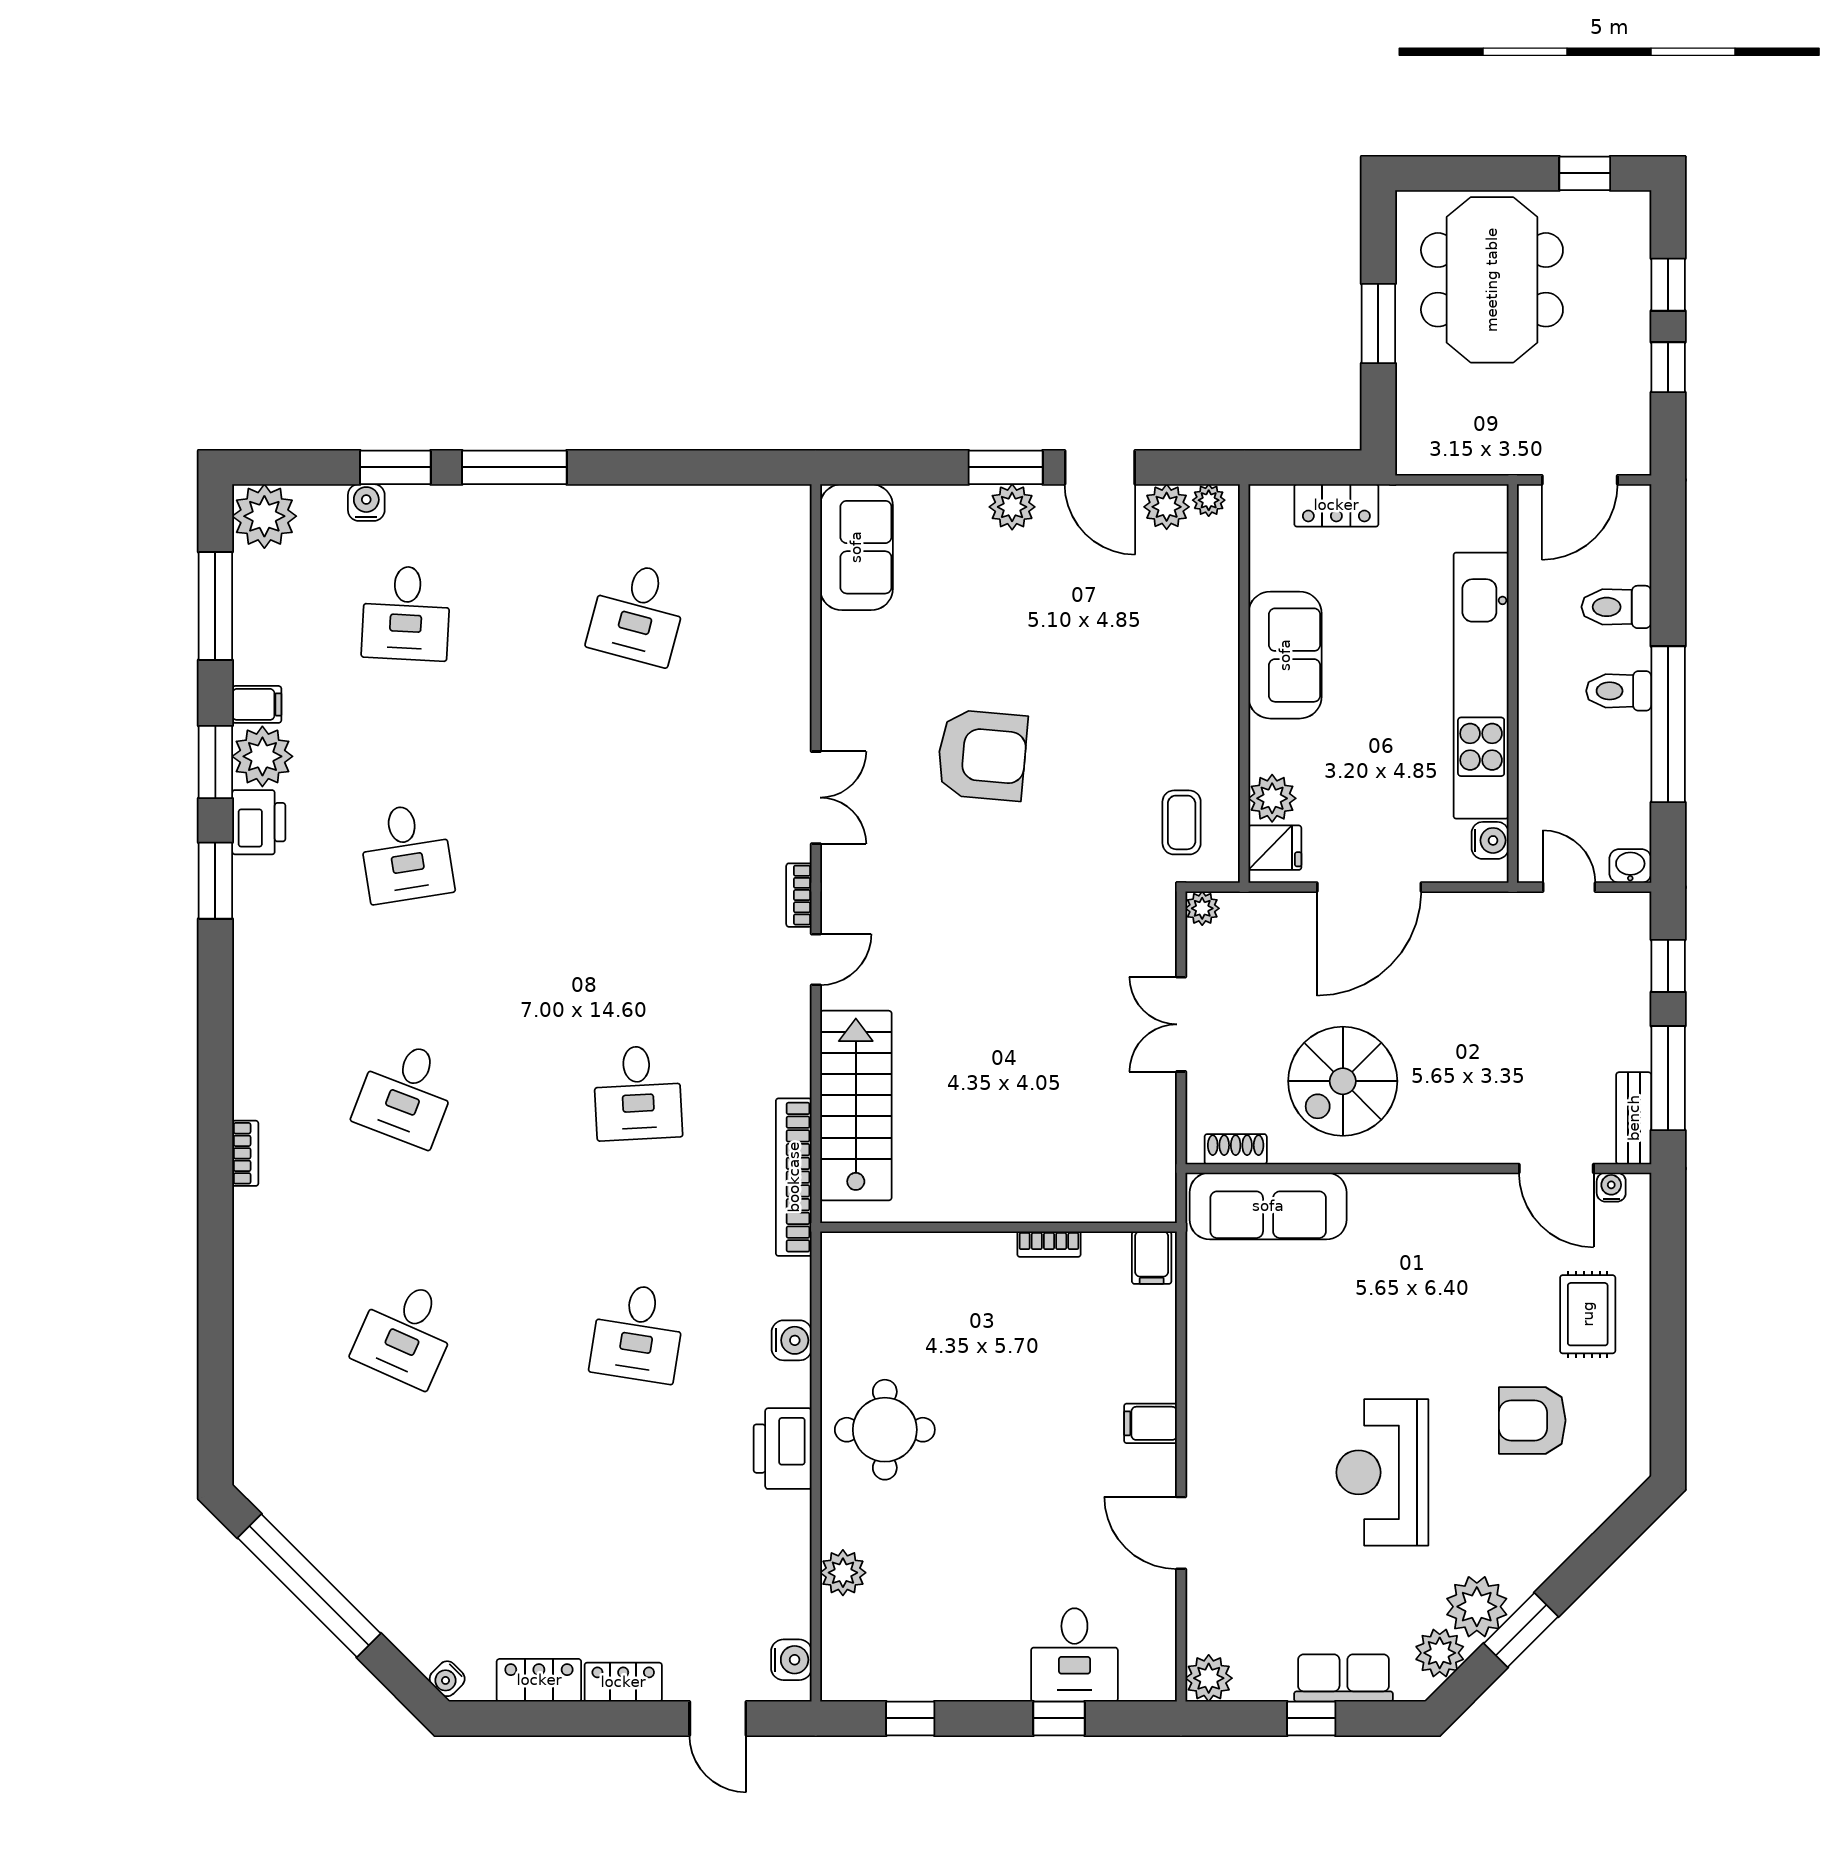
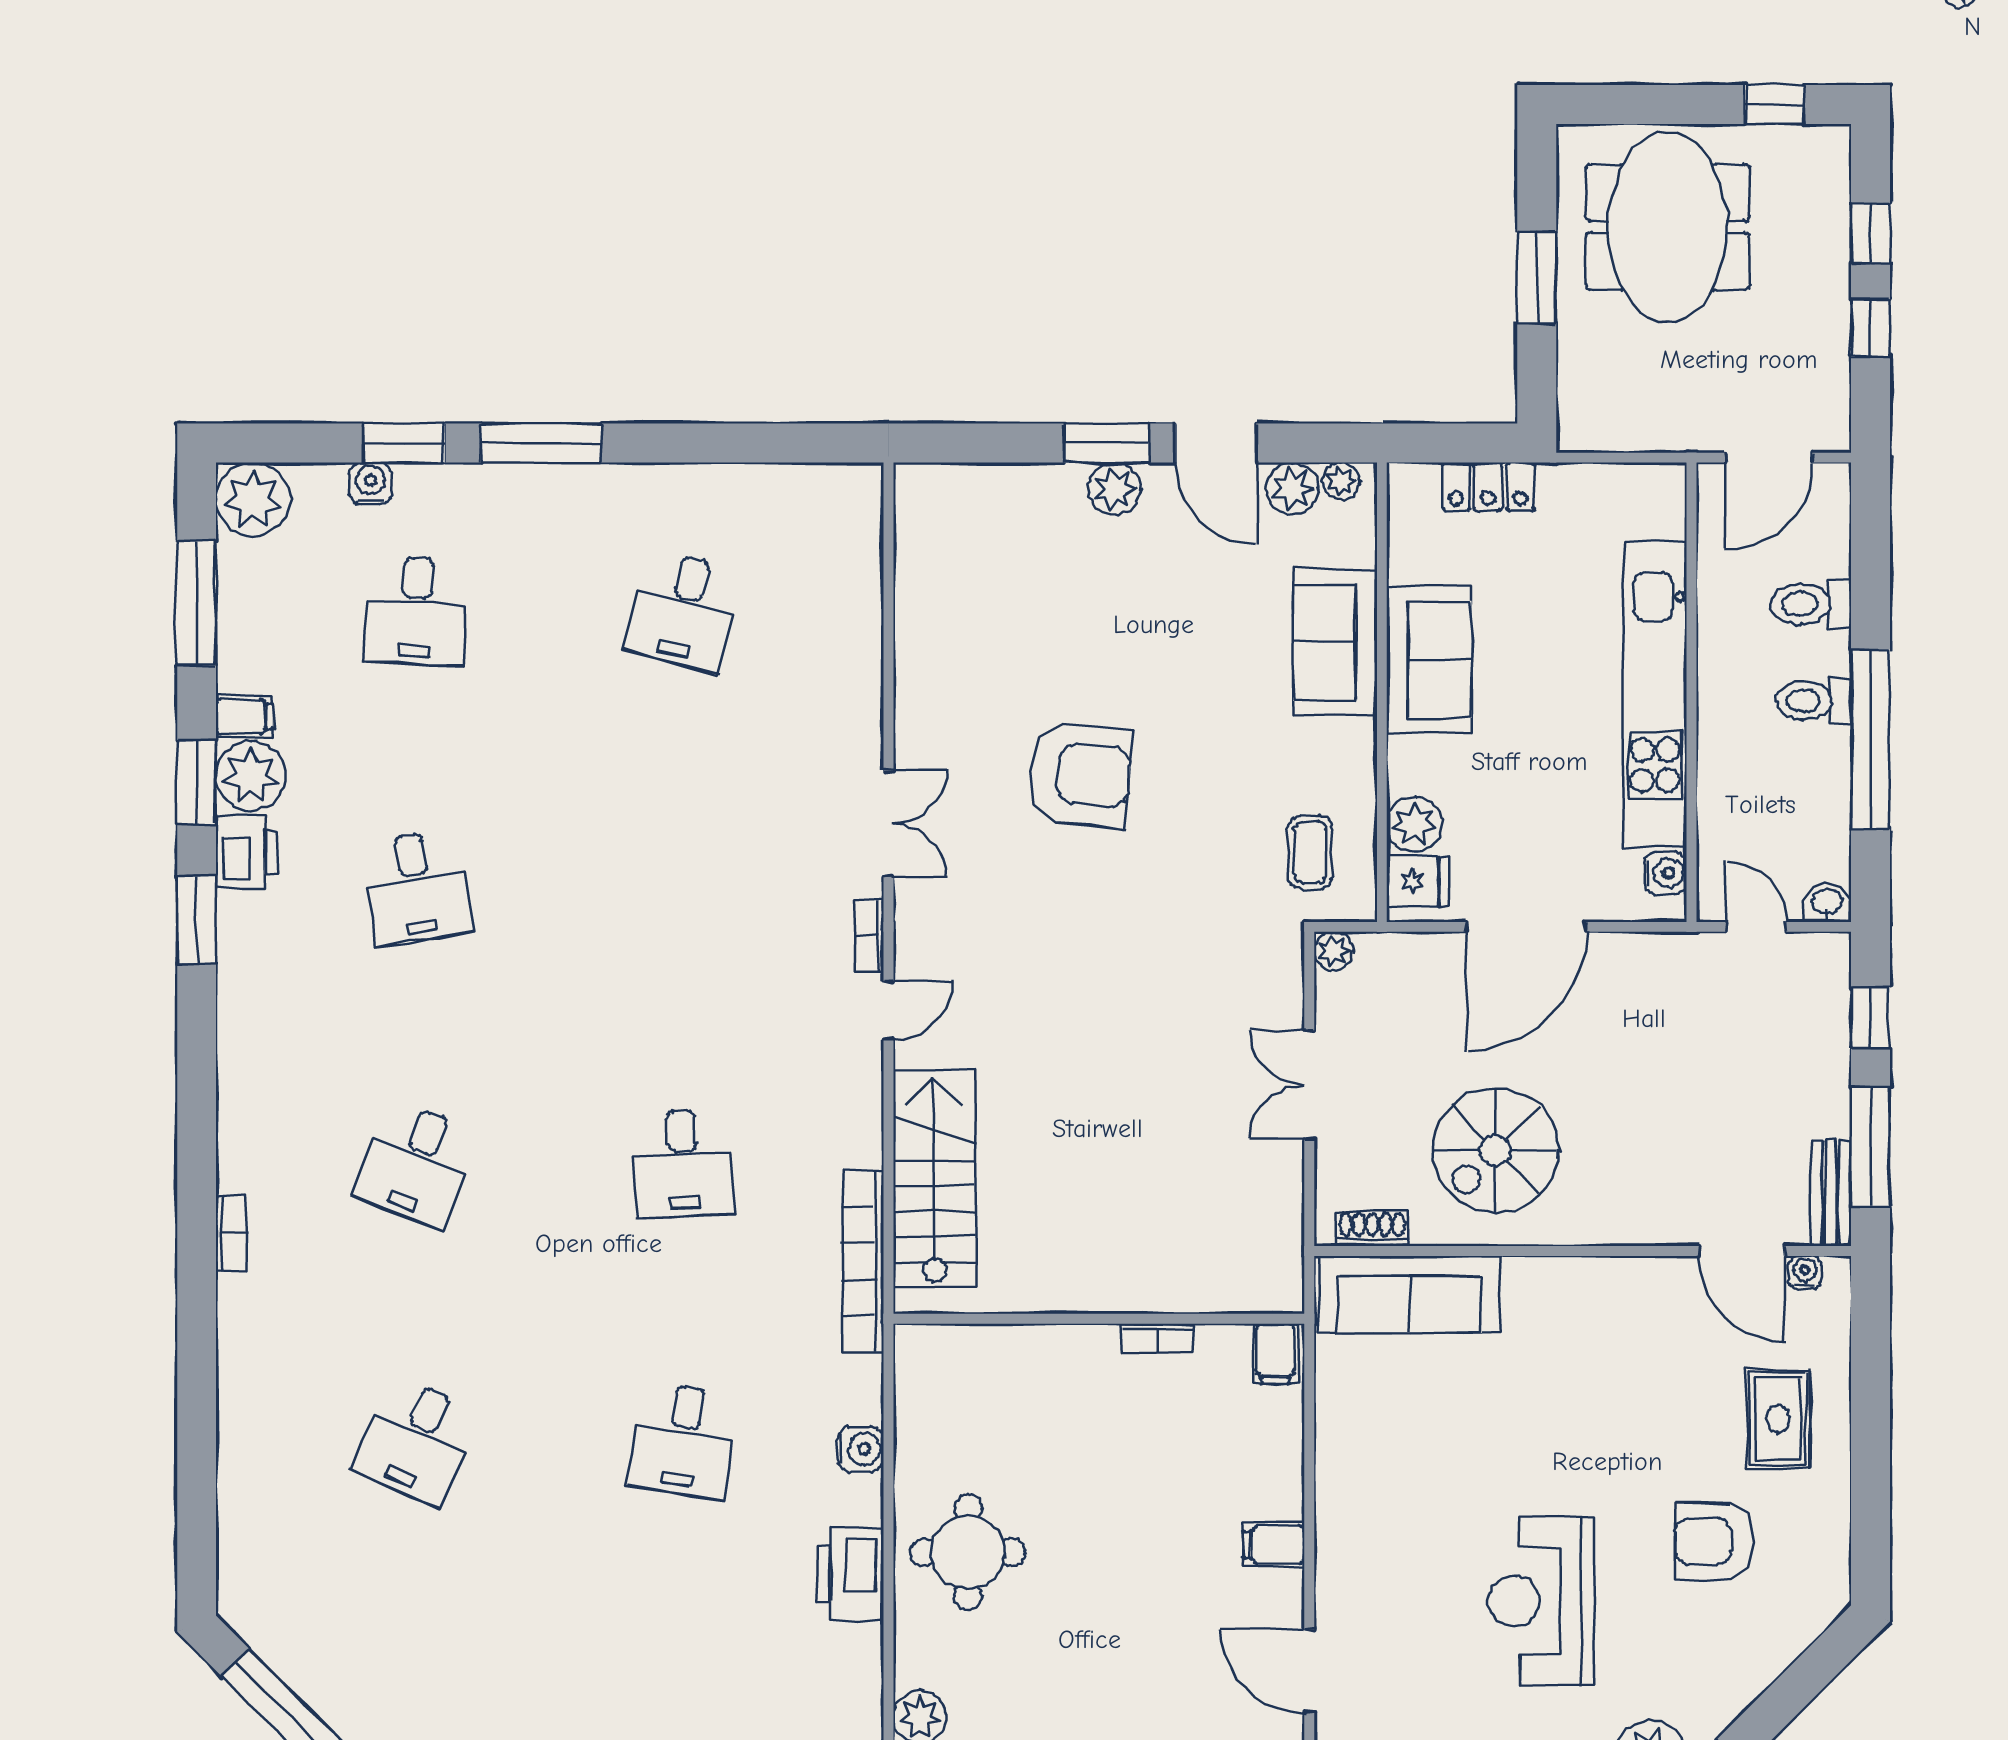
sofa: (856, 547) -> (1335, 642), moved, turned 180

